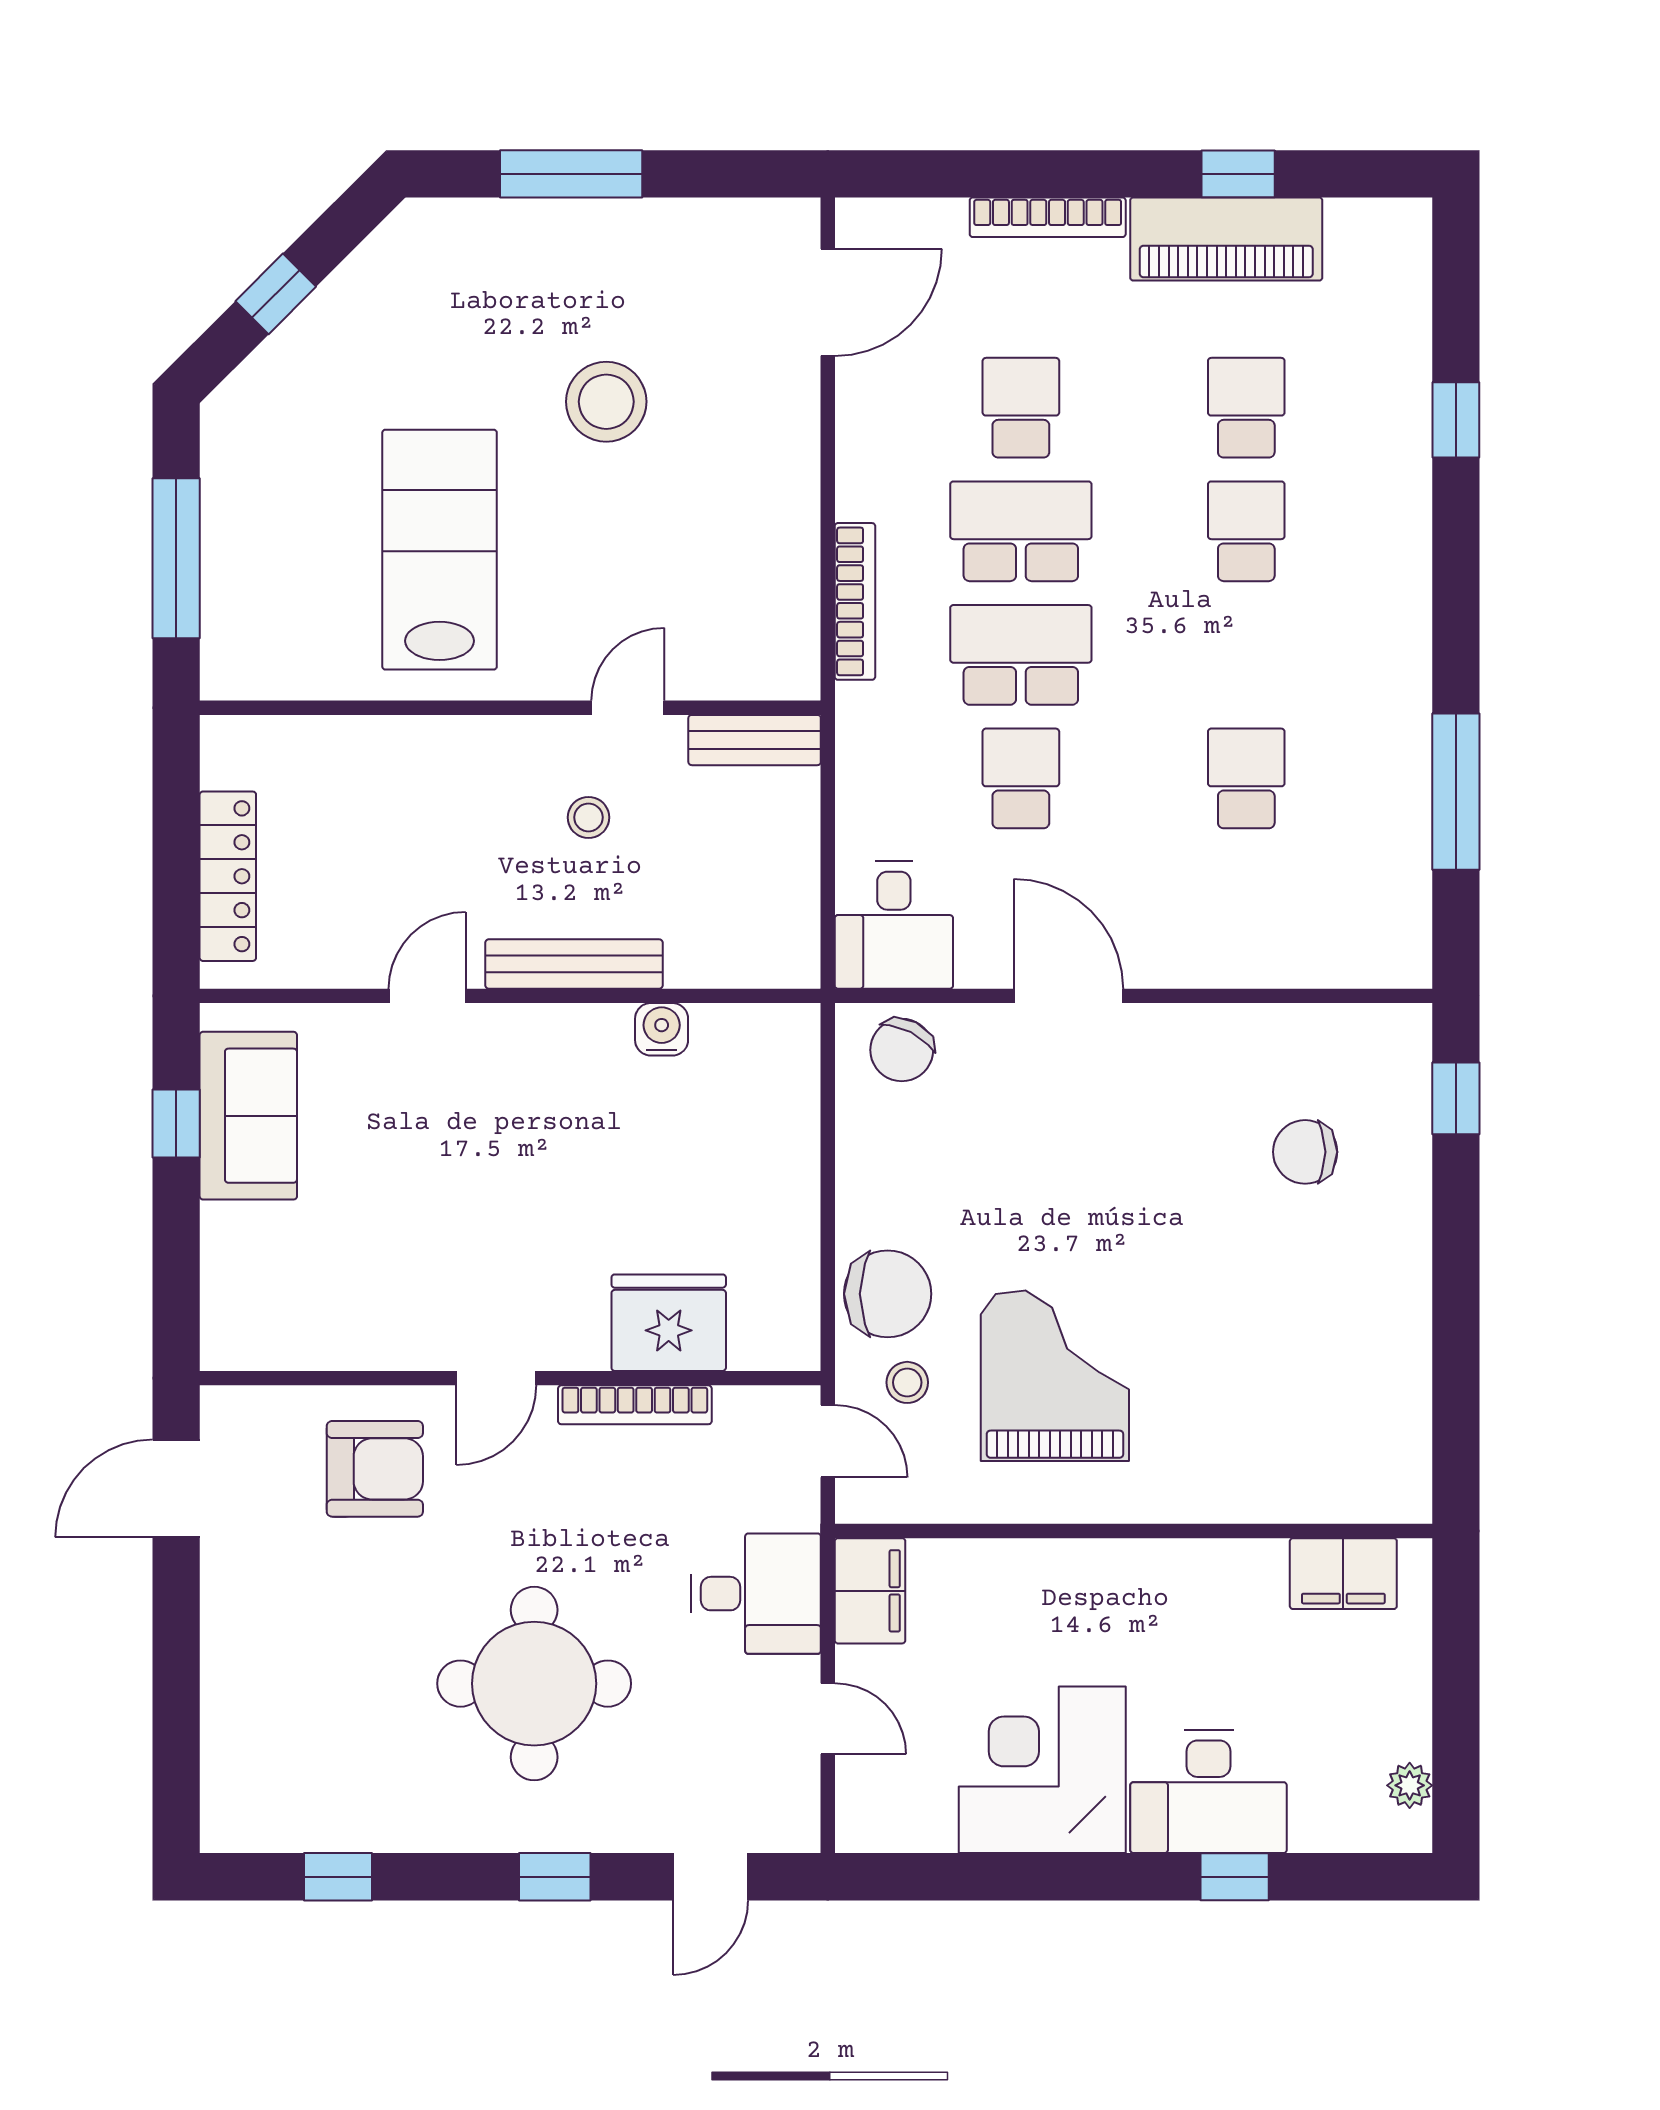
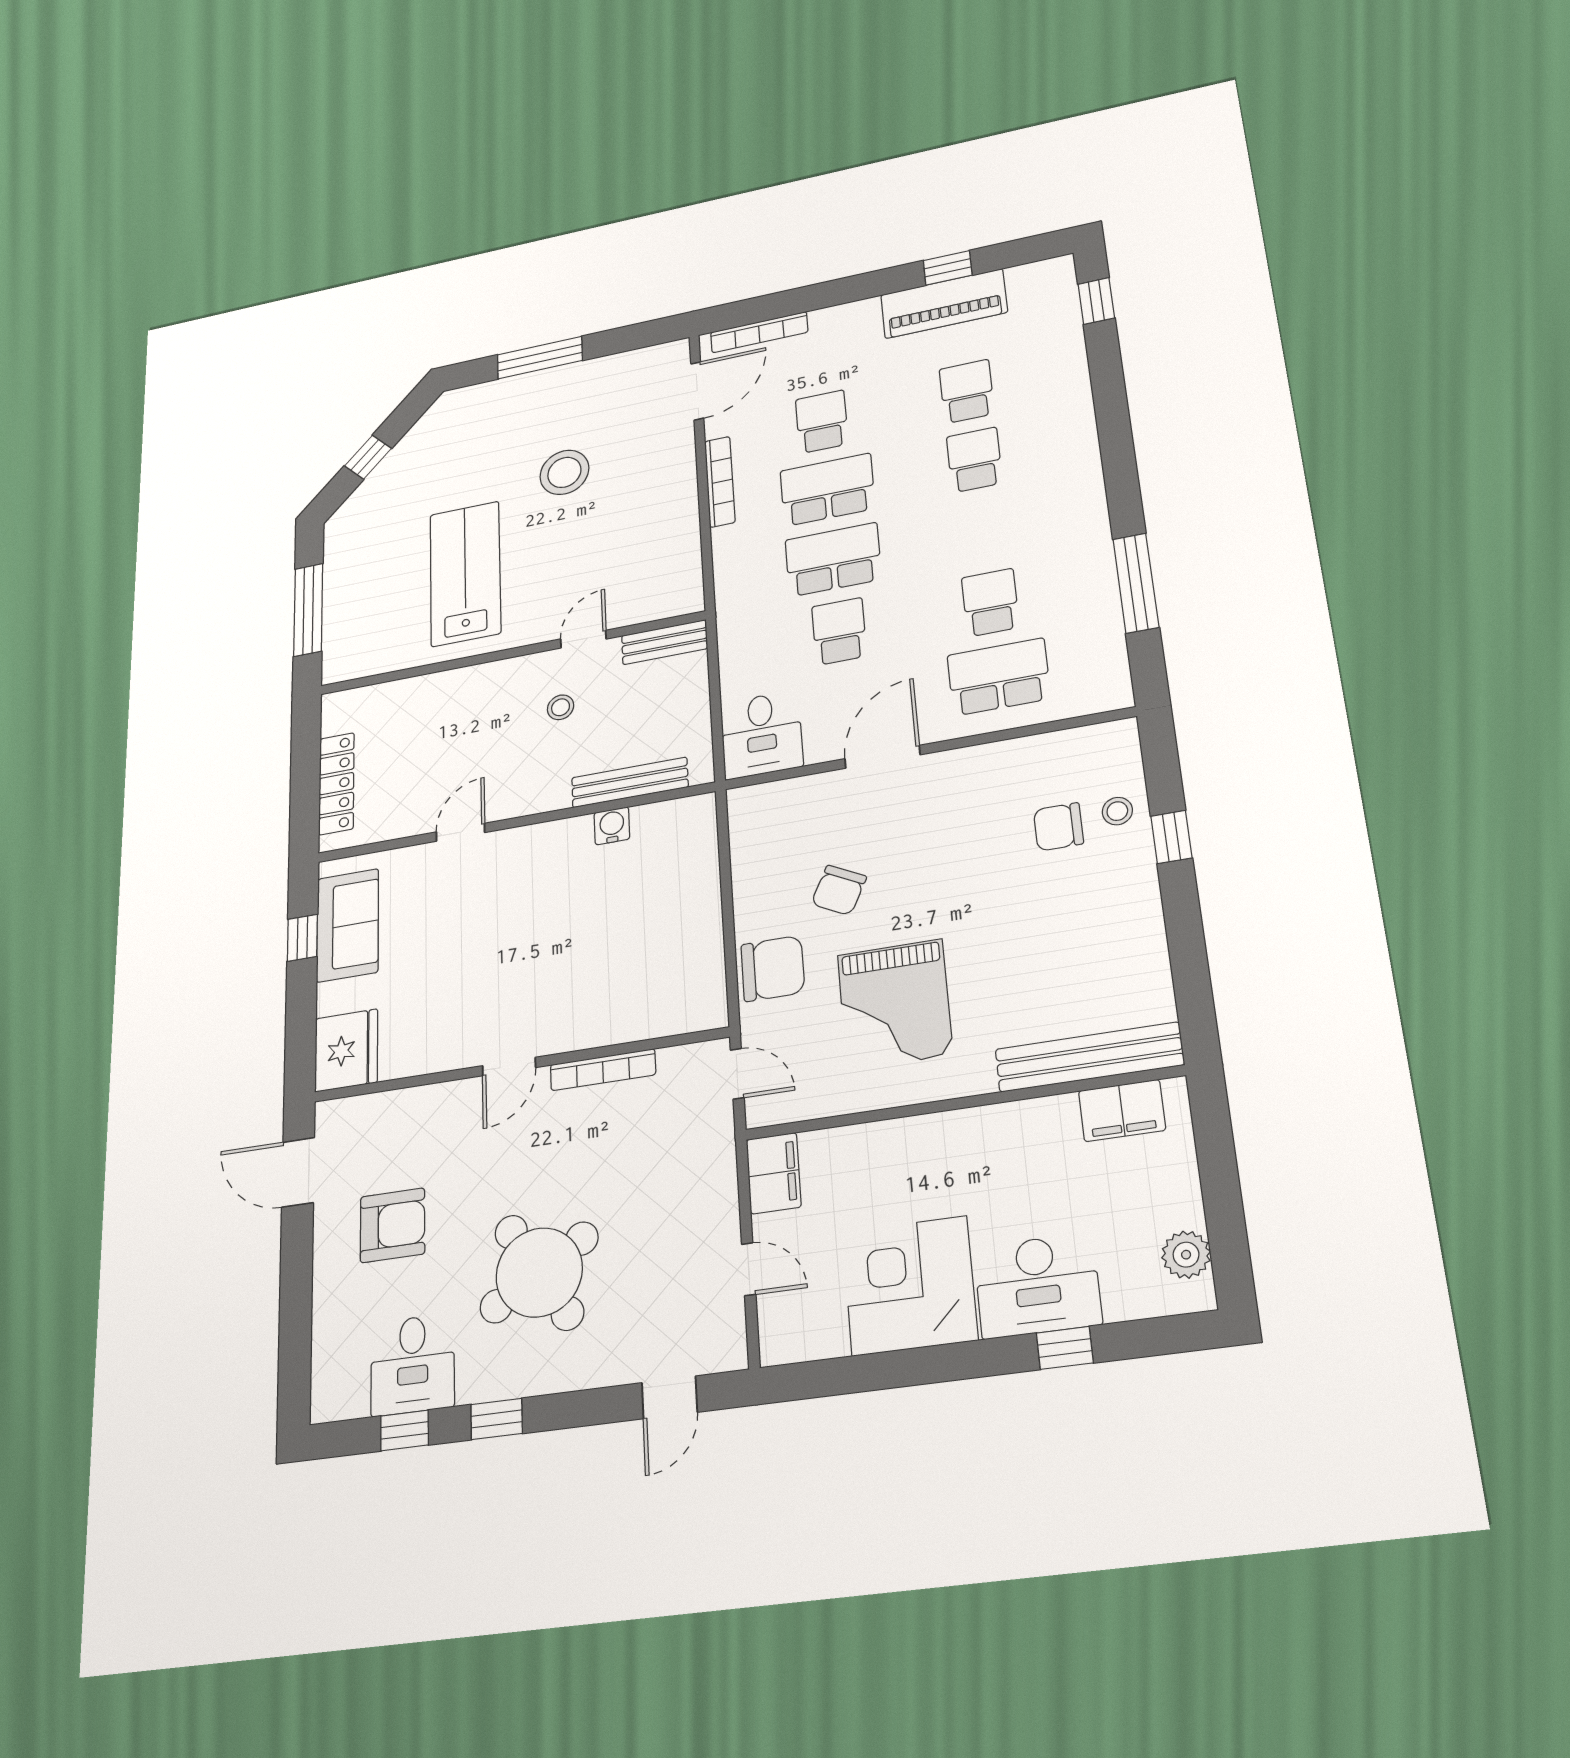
bookcase: (1048, 217) -> (759, 332), moved
window: (1456, 420) -> (1096, 301), moved
bookcase: (855, 601) -> (720, 482), moved
school desk: (1246, 902) -> (999, 677), added
bench: (574, 964) -> (630, 782), moved
door: (1068, 996) -> (882, 757), hinge flipped
chair: (902, 1050) -> (839, 890), moved
window: (1456, 1098) -> (1171, 837), moved
fridge: (669, 1323) -> (346, 1050), moved, turned 90
grand piano: (1055, 1376) -> (895, 1004), turned 180
stool: (907, 1382) -> (1117, 811), moved
armchair: (375, 1469) -> (392, 1225), moved
door: (176, 1488) -> (298, 1172), hinge flipped
bench: (1309, 1493) -> (1089, 1057), added
desk: (756, 1594) -> (413, 1365), moved, turned 90
round table: (534, 1684) -> (539, 1272), turned -32
plant: (1410, 1785) -> (1186, 1255), width x1.38, depth x1.38
window: (555, 1877) -> (497, 1419), moved

